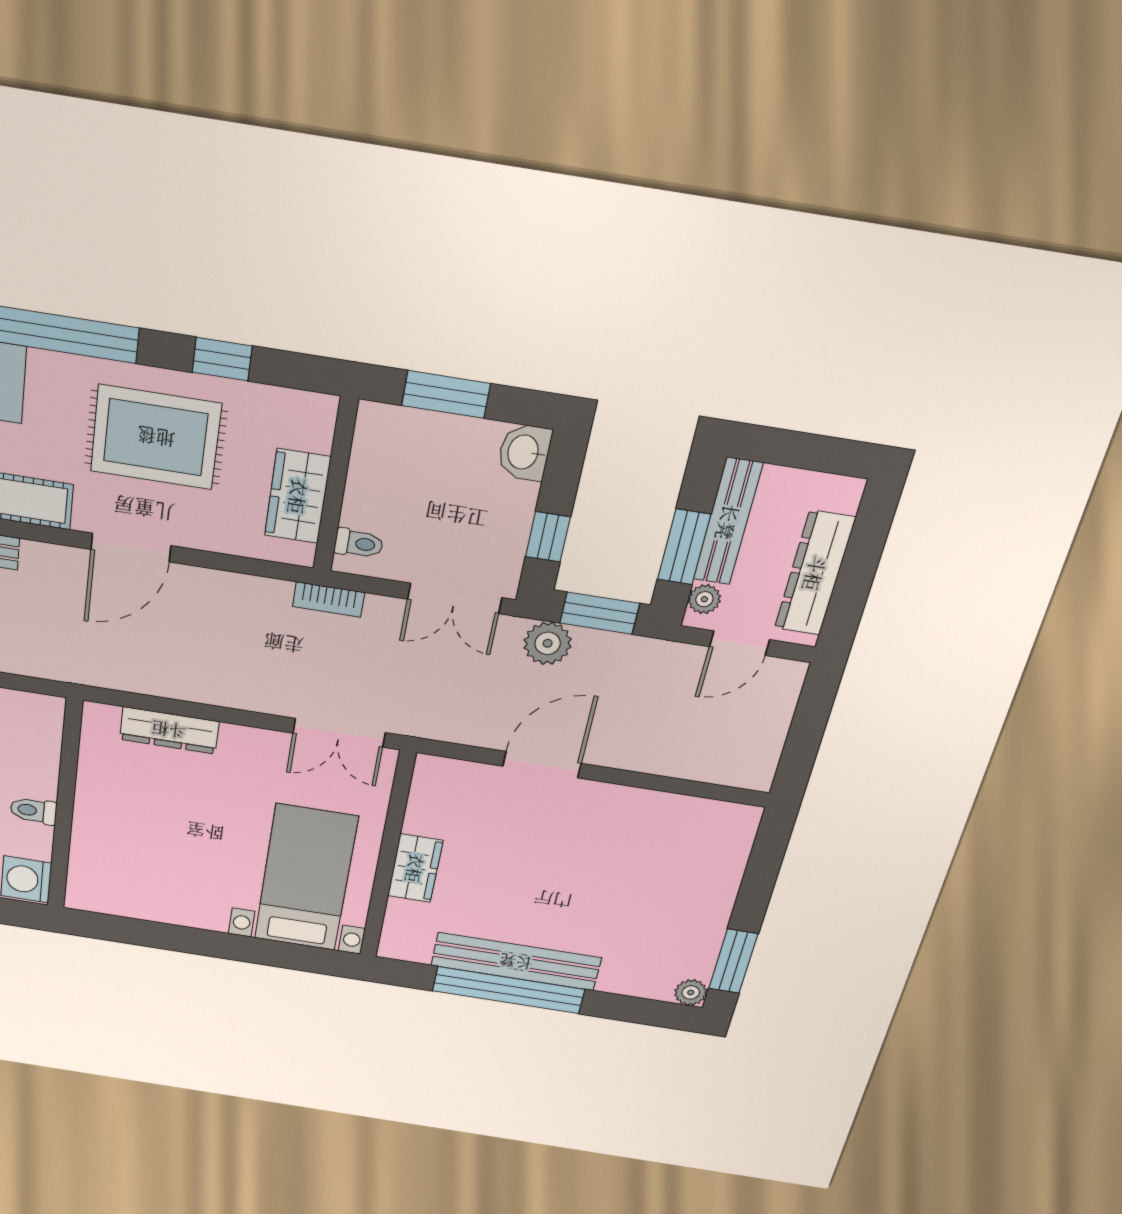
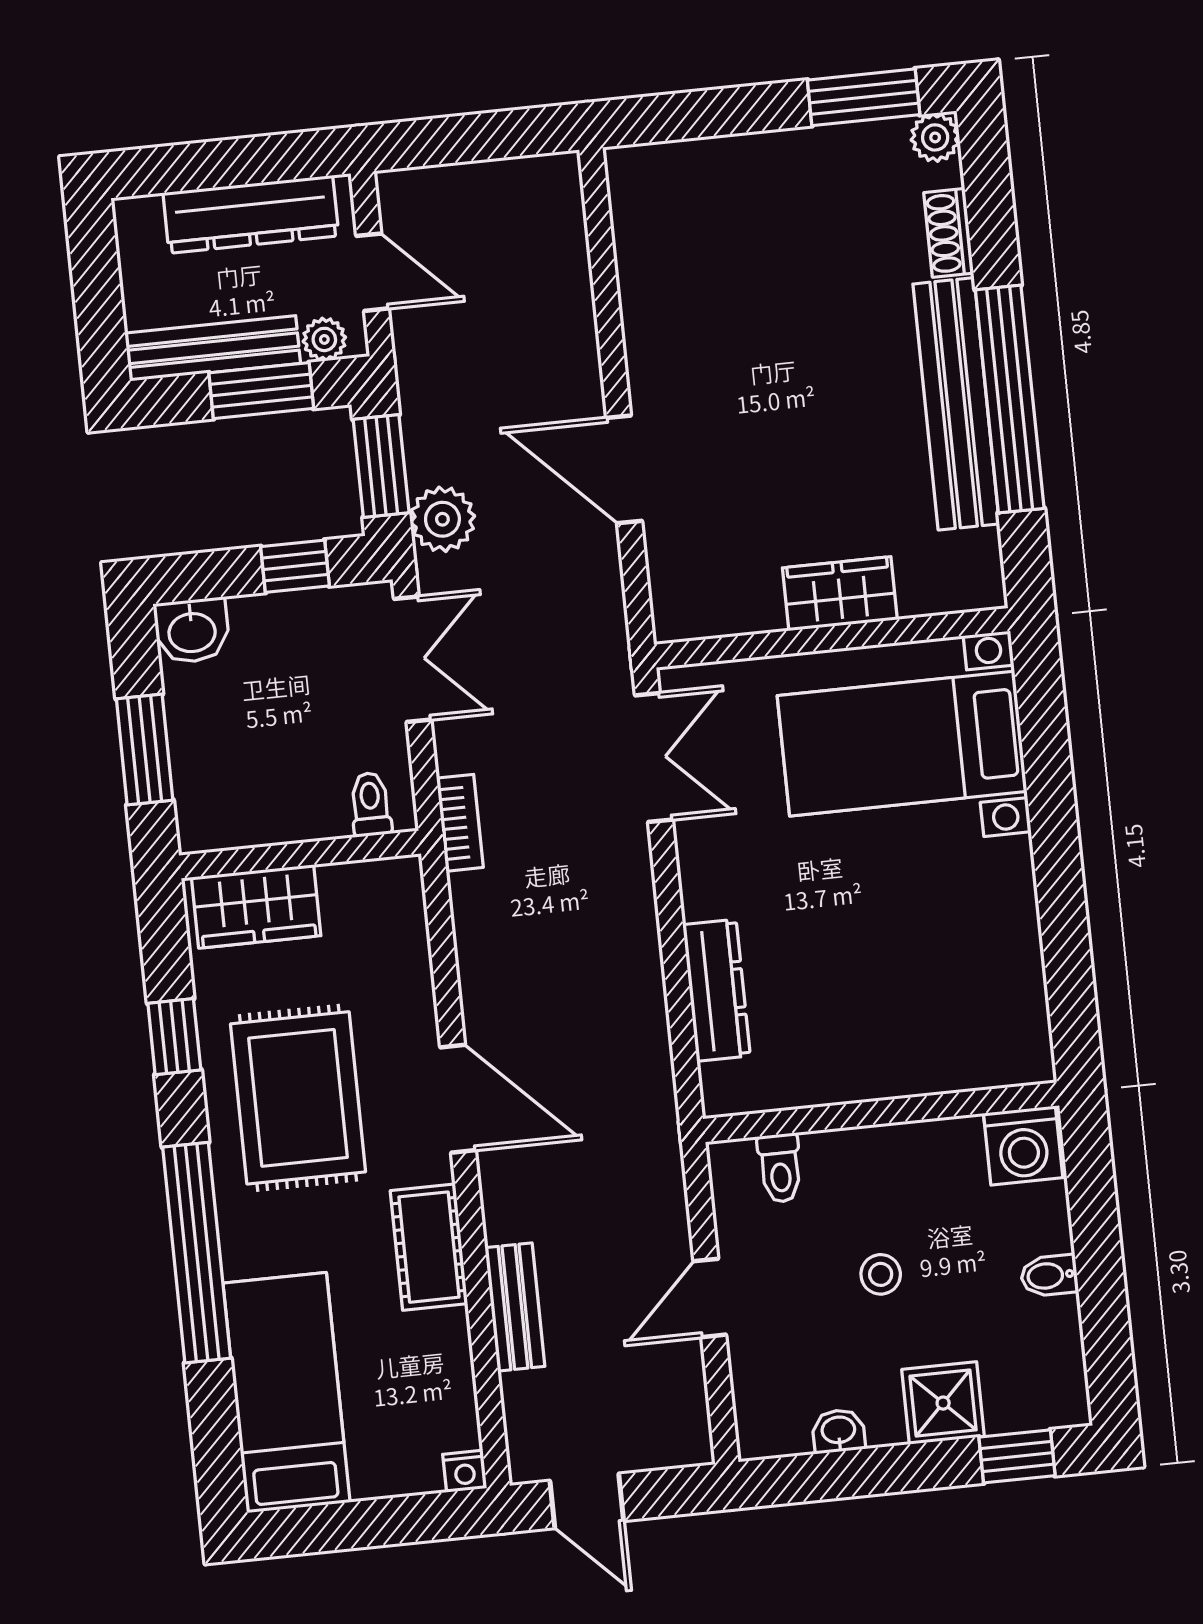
wardrobe: (298, 496) -> (256, 907), moved
toilet: (34, 811) -> (780, 1168), moved
shoe rack: (627, 985) -> (949, 233), added

